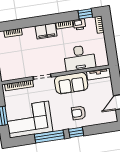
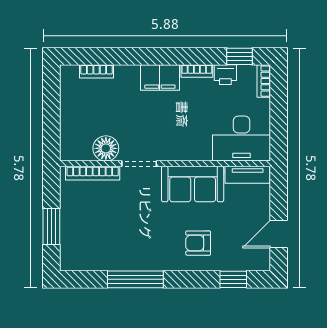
desk: (80, 58) -> (242, 139), moved
floor lamp: (24, 72) -> (106, 148), added
corner sofa: (29, 120) -> (102, 241), removed
window: (76, 132) -> (233, 279), moved

